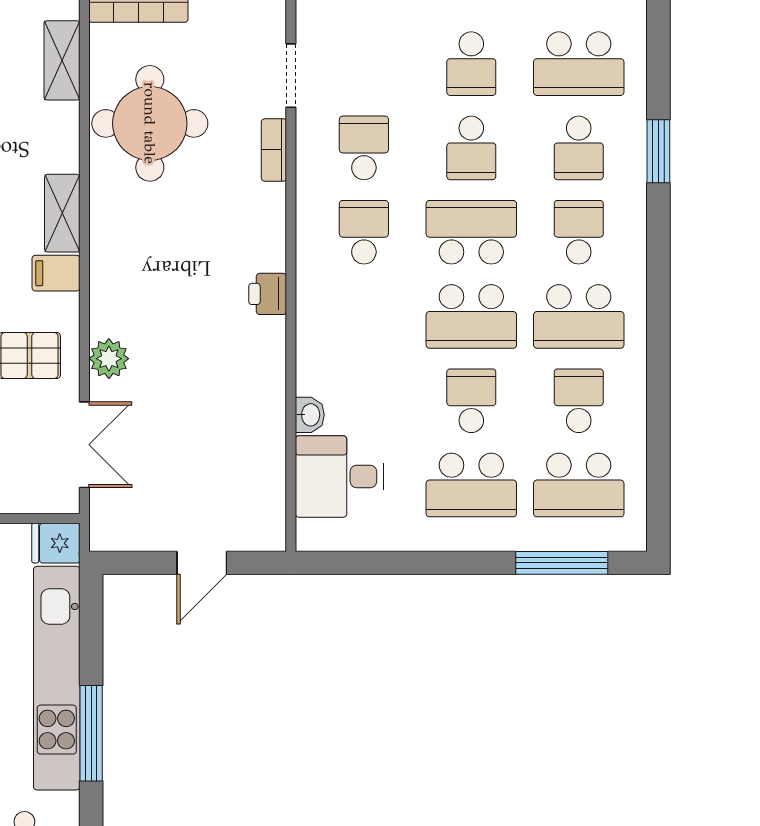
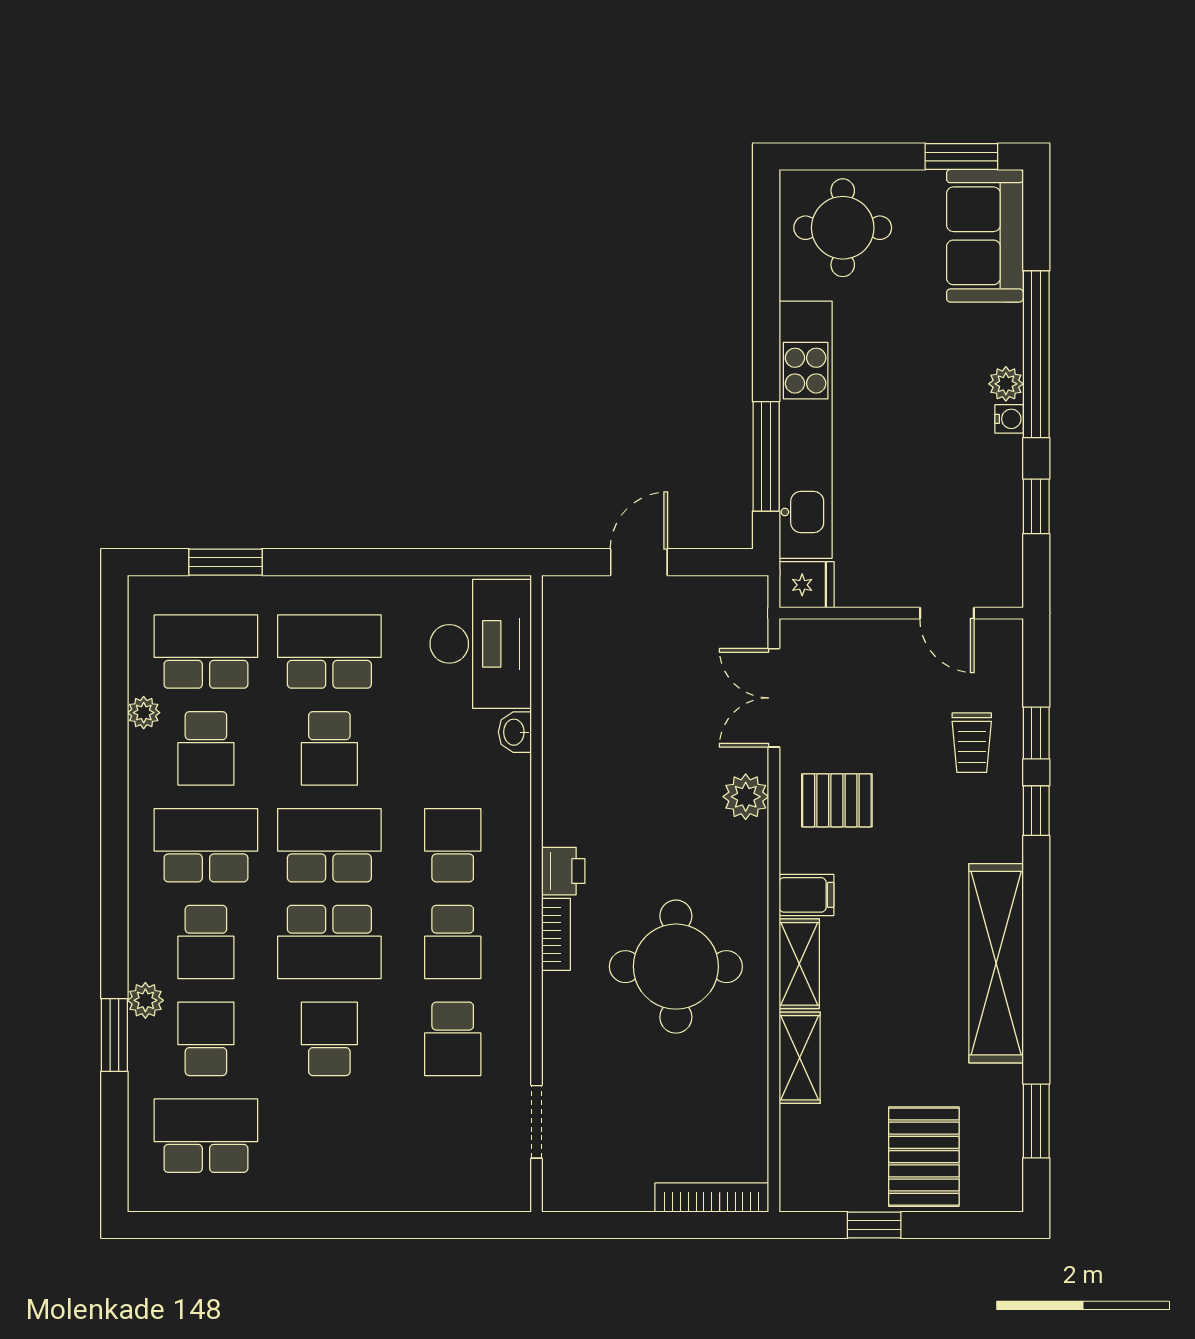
shelving: (62, 60) -> (800, 1058), moved
school desk: (471, 64) -> (453, 845), moved
round table: (150, 123) -> (676, 967), moved
bookcase: (274, 150) -> (556, 934), moved
plant: (631, 181) -> (145, 1000), added
plant: (633, 432) -> (144, 713), added
desk: (340, 476) -> (481, 644), width x1.37
window: (562, 563) -> (225, 562), width x0.69
window: (91, 733) -> (766, 456), moved

